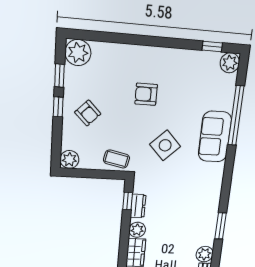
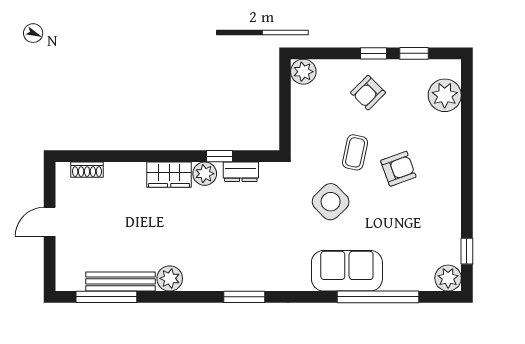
plant: (78, 53) -> (445, 95), moved
armchair: (146, 94) -> (398, 169), turned 70
coffee table: (116, 159) -> (355, 152), moved
window: (128, 201) -> (219, 156), moved
window: (220, 226) -> (244, 297), moved

